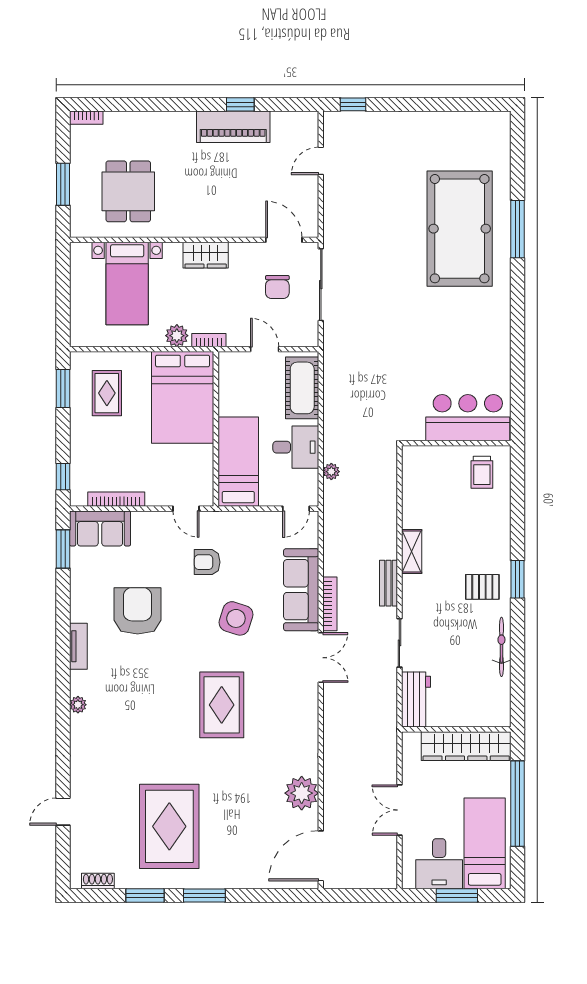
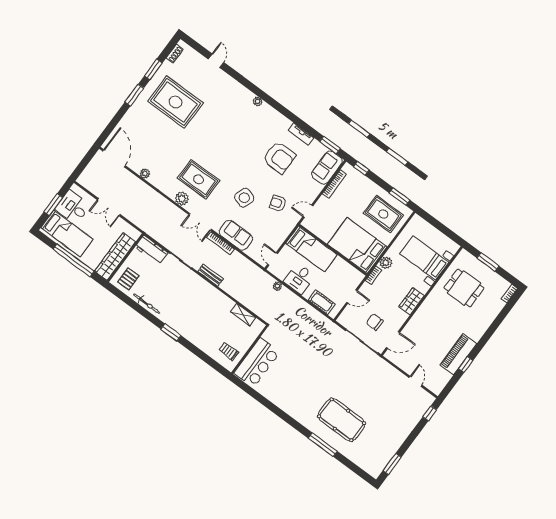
window: (470, 104) -> (392, 464), added
pool table: (460, 229) -> (341, 420), width x0.73, depth x0.76
cot: (302, 388) -> (322, 302), width x0.73, depth x0.75
rug: (107, 393) -> (383, 214), width x1.36, depth x1.43
shelving: (412, 551) -> (243, 315), moved
armchair: (207, 562) -> (278, 203), turned -107
pallet: (482, 587) -> (128, 279), moved
sofa: (301, 590) -> (236, 235), width x0.73
tv unit: (78, 646) -> (301, 134), moved
rug: (222, 705) -> (199, 179), moved
plant: (306, 710) -> (182, 199), added
plant: (302, 793) -> (145, 174), width x0.53, depth x0.53
double door: (399, 810) -> (109, 207), swing flipped

